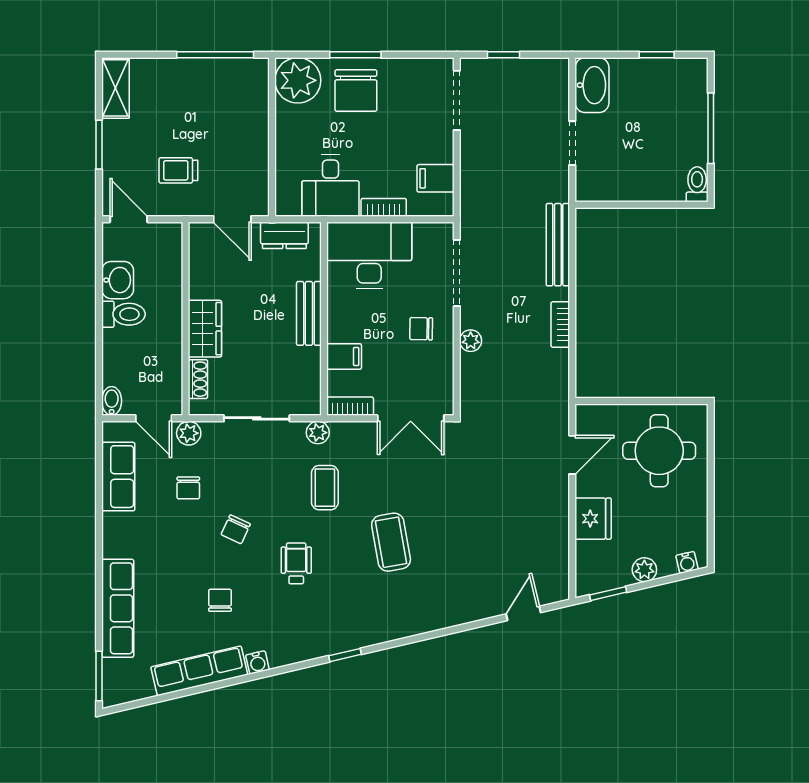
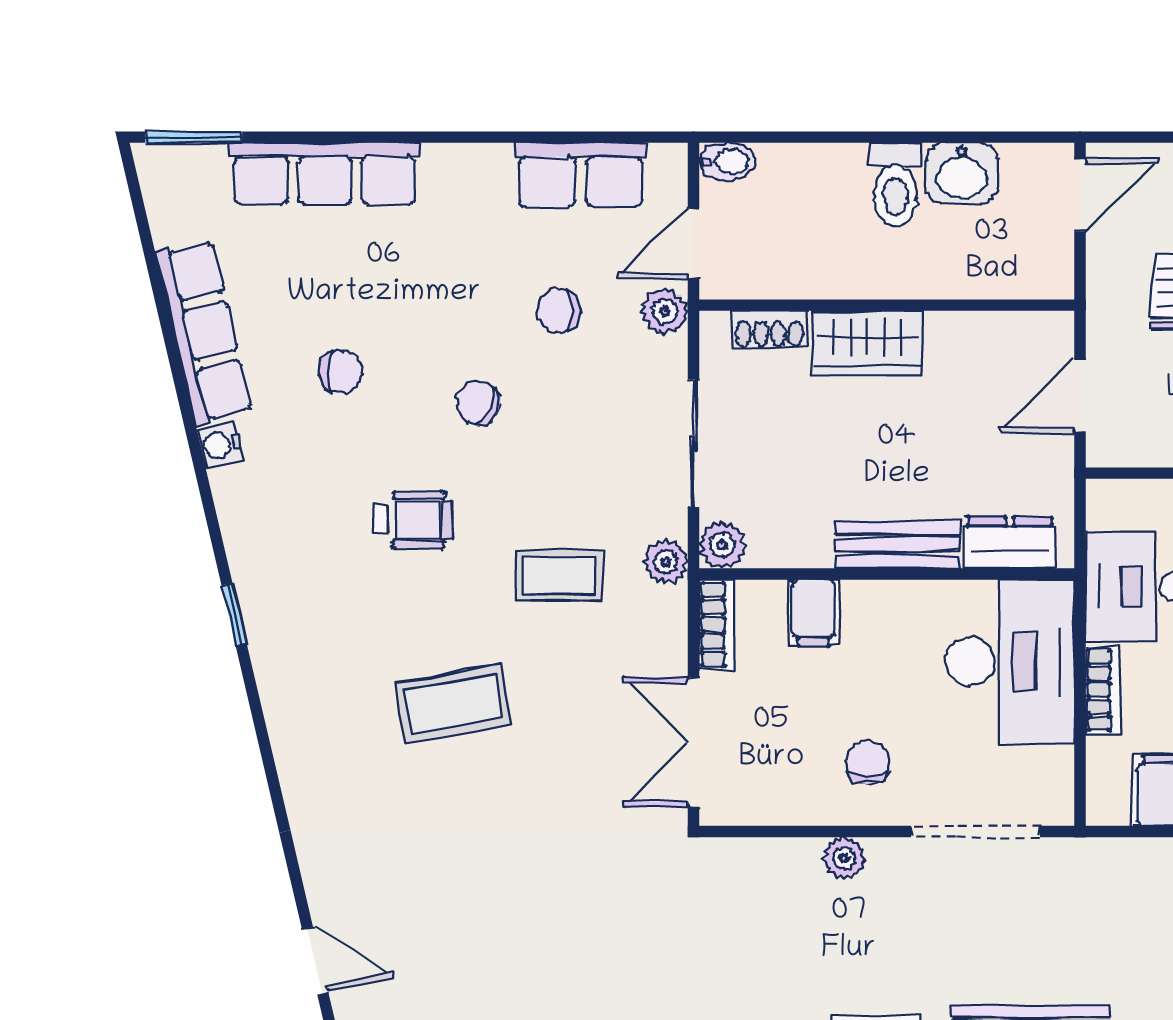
dresser: (284, 235) -> (1010, 542), moved, turned 90
plant: (309, 403) -> (722, 545), added

